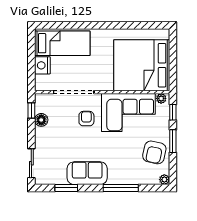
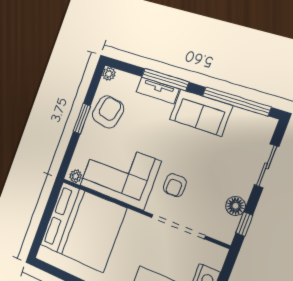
window: (173, 112) -> (69, 154), removed
sliding door: (31, 163) -> (267, 166), moved
tv unit: (123, 179) -> (158, 90), added
window: (66, 188) -> (236, 101), width x2.11

